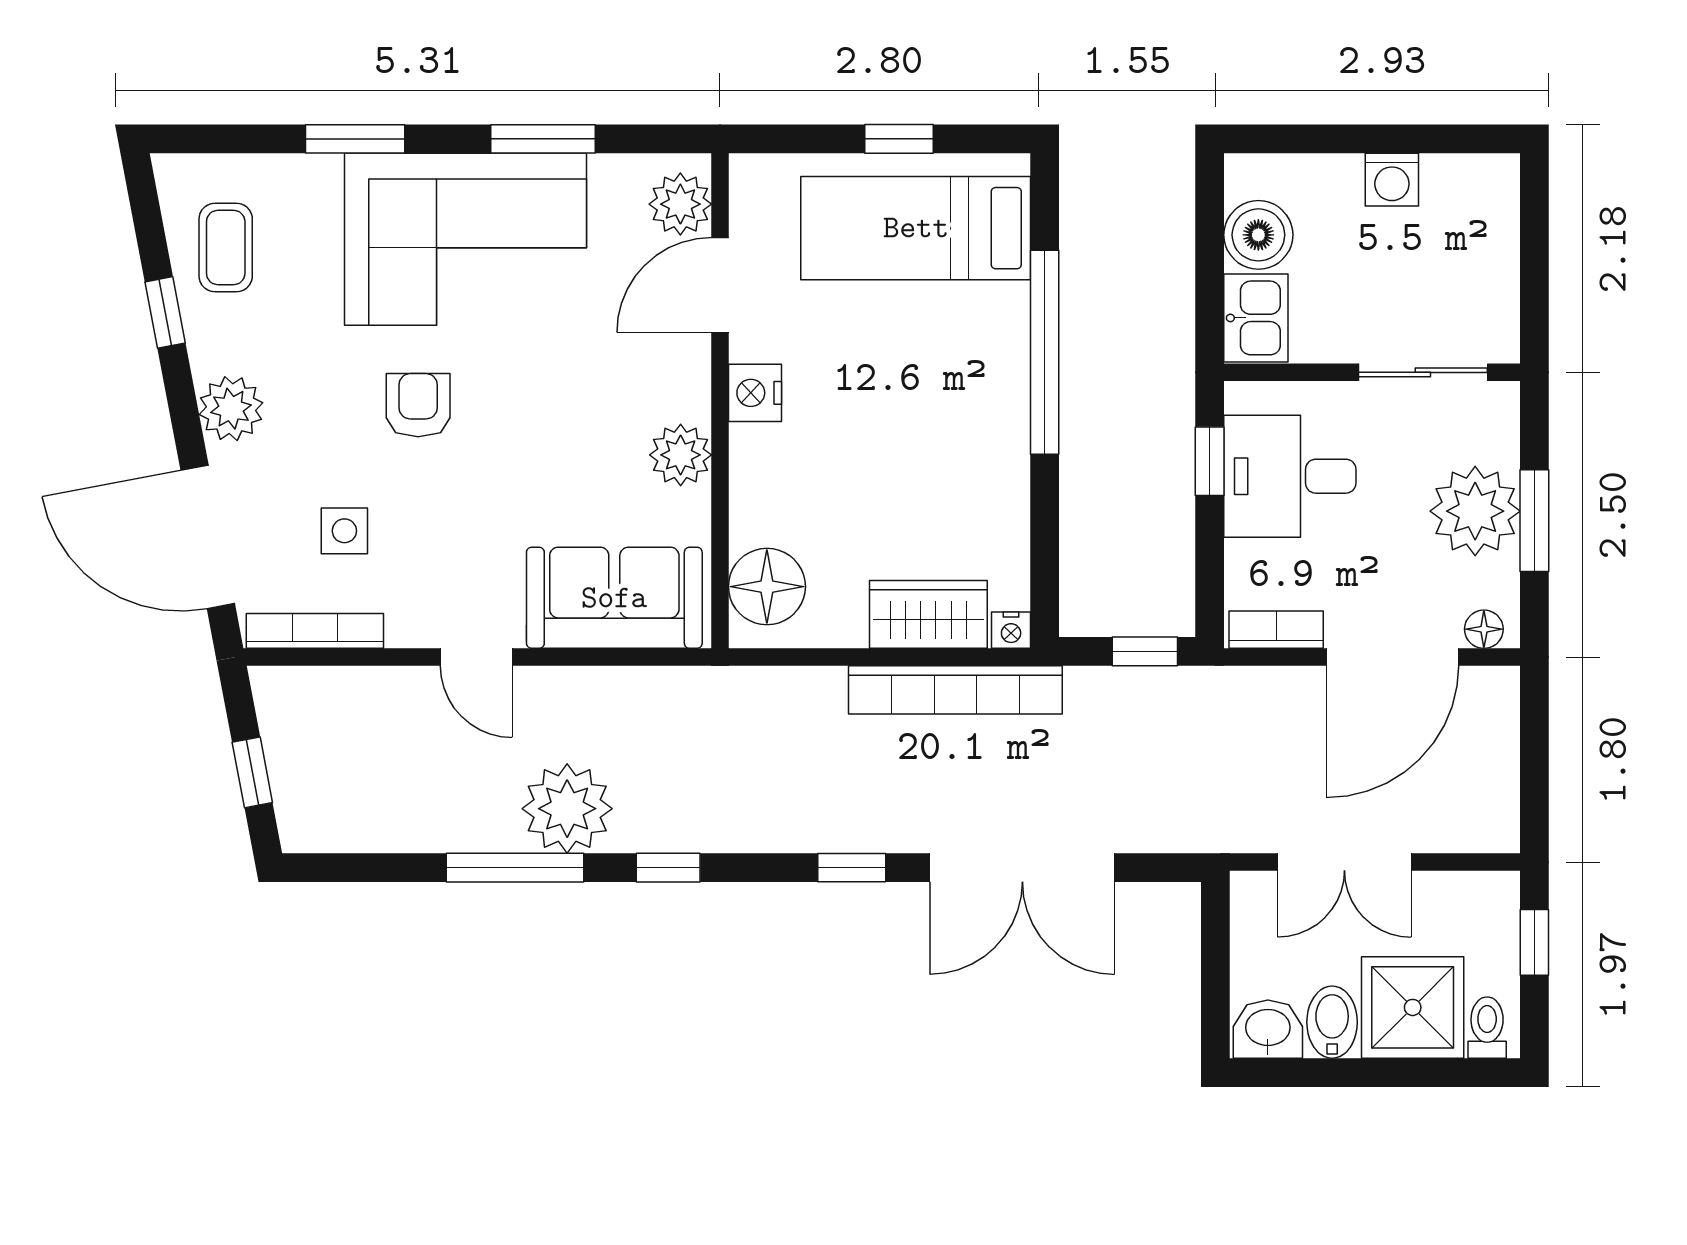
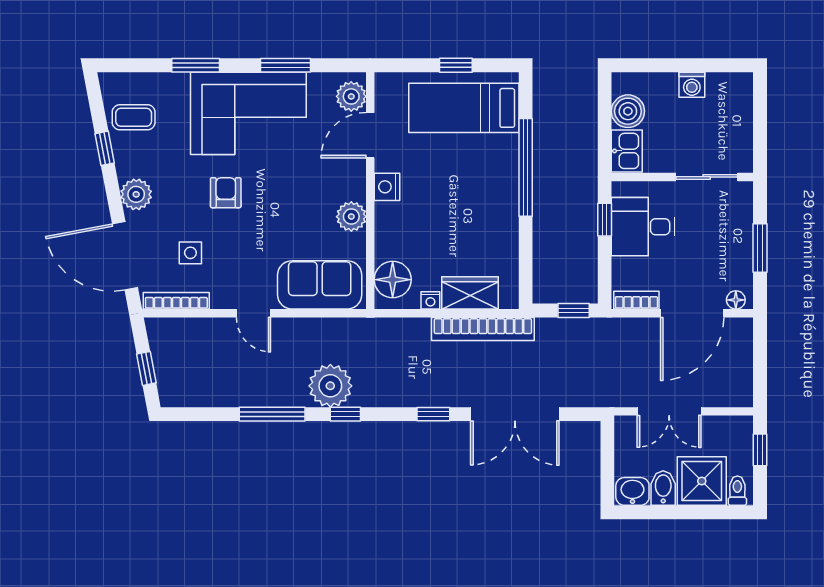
coffee table: (226, 247) -> (134, 117), turned 90
plant: (1475, 511) -> (732, 243), removed
nightstand: (1011, 630) -> (430, 300), moved
plant: (567, 809) -> (330, 386), moved

